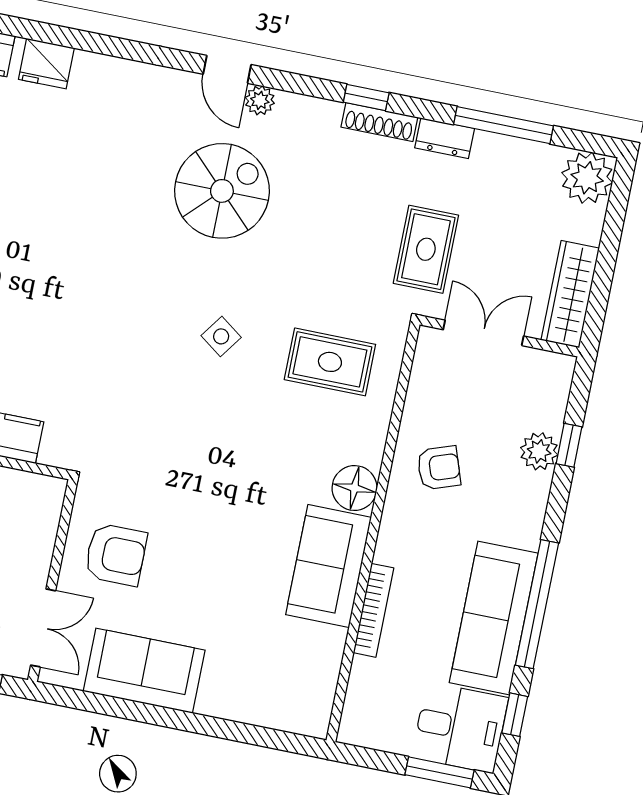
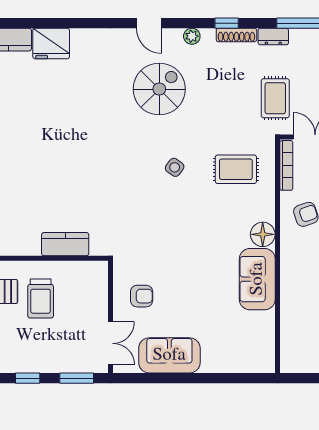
fridge: (46, 64) -> (51, 43), width x1.36, depth x1.34
plant: (260, 100) -> (192, 36), moved
armchair: (116, 555) -> (142, 296), width x0.72, depth x0.72
bookcase: (374, 610) -> (286, 165), moved

